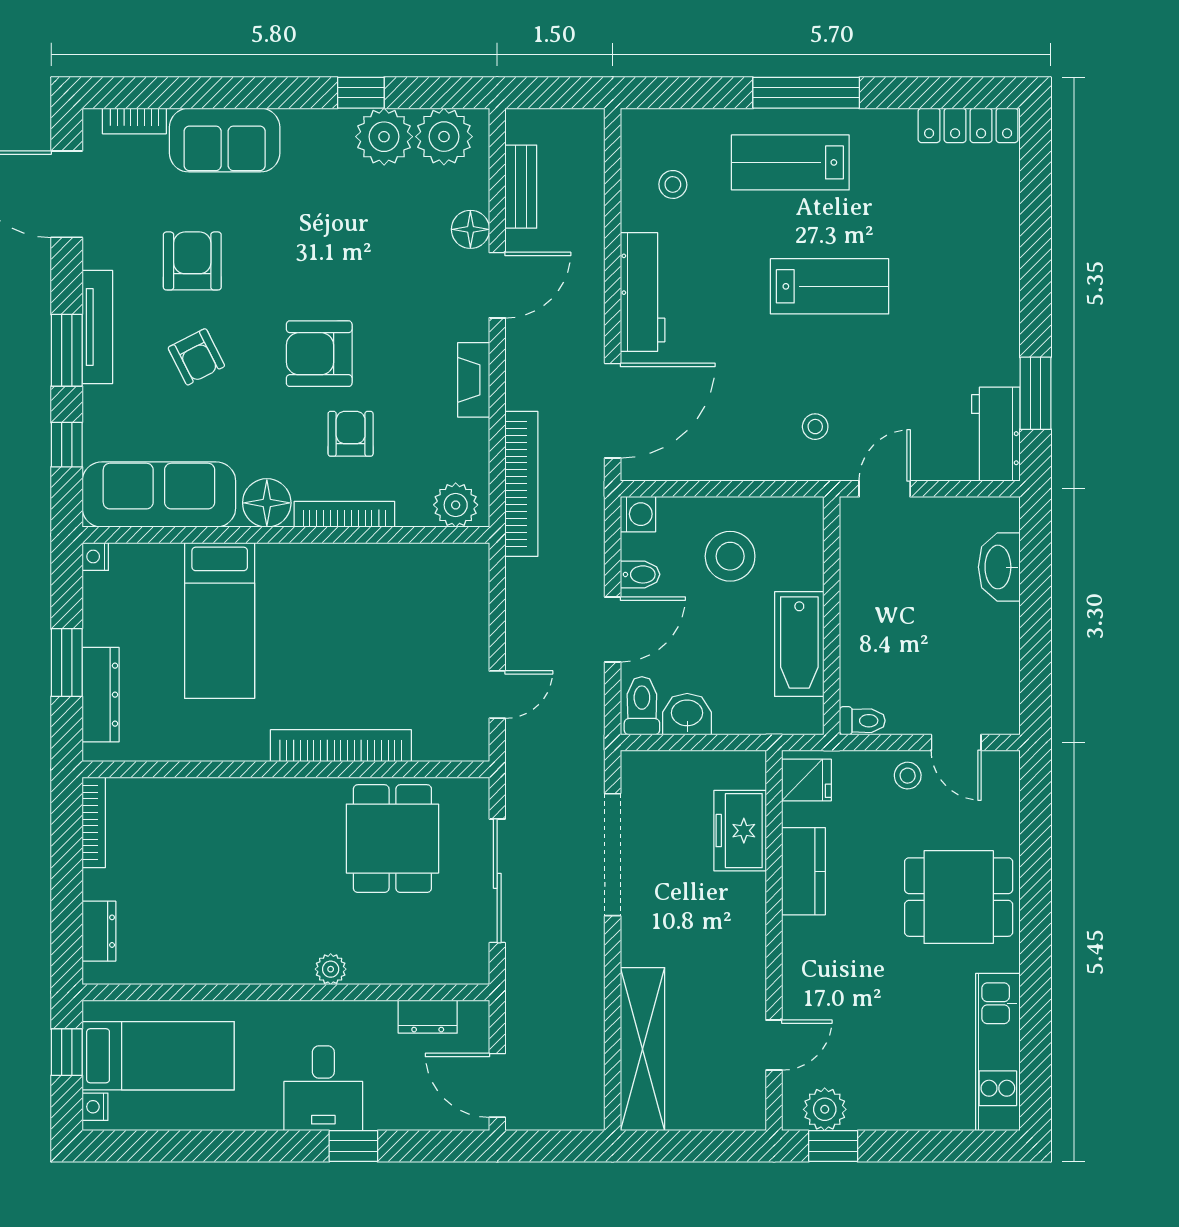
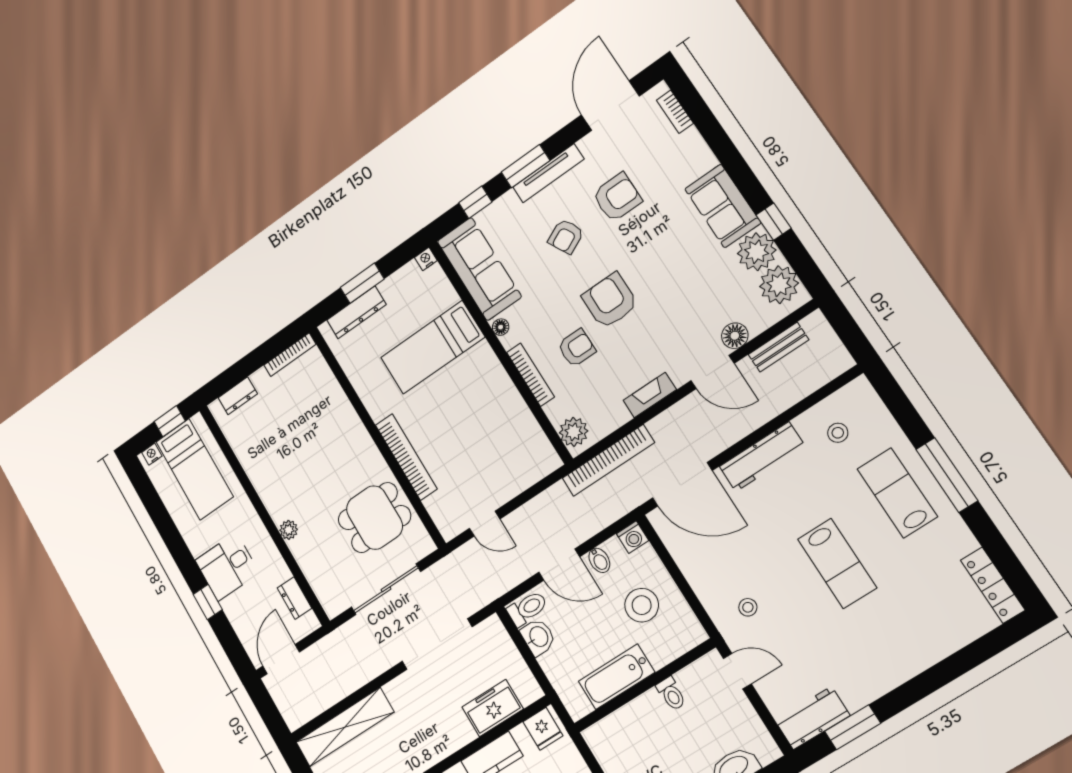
sofa: (225, 140) -> (723, 206), moved
floor lamp: (267, 503) -> (501, 327), width x0.53, depth x0.53
toilet: (862, 721) -> (671, 694), moved

